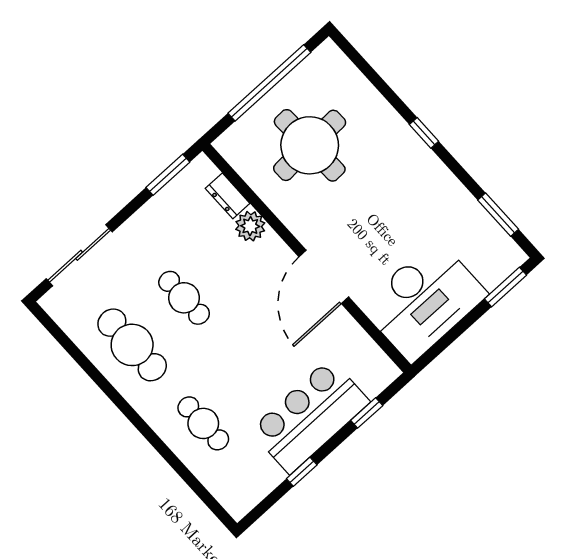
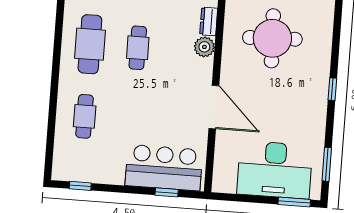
door: (324, 277) -> (214, 107), swing flipped
desk: (424, 300) -> (275, 170), moved
bar counter: (310, 416) -> (164, 168), moved
window: (302, 472) -> (80, 186), moved

